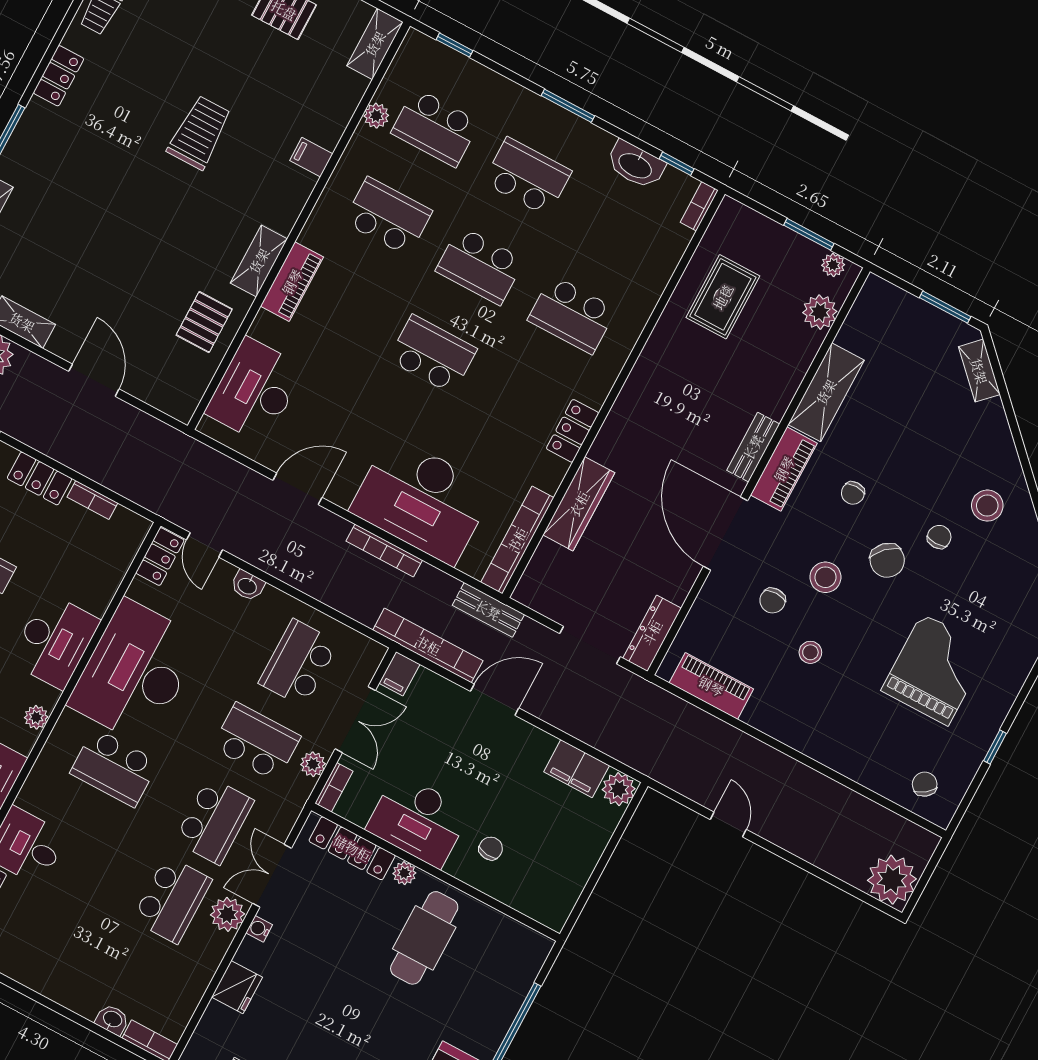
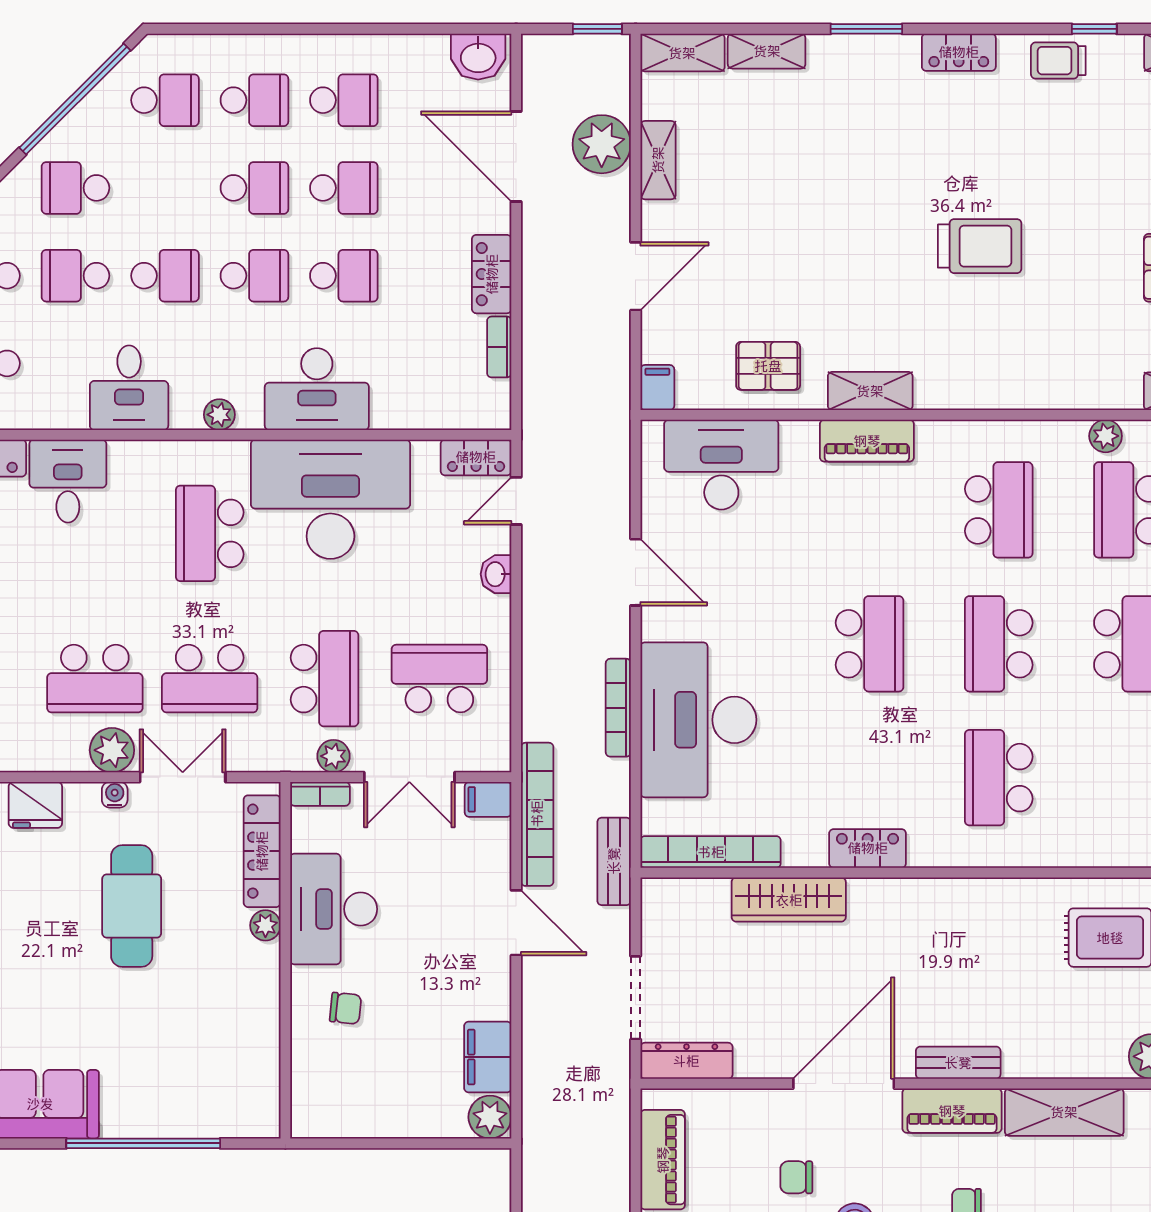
filing cabinet: (311, 157) -> (657, 388), moved
cafe table: (424, 938) -> (132, 906), moved, turned 90

